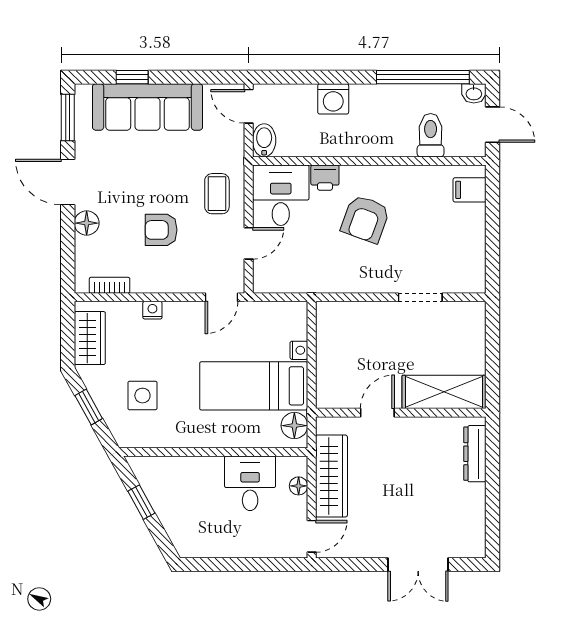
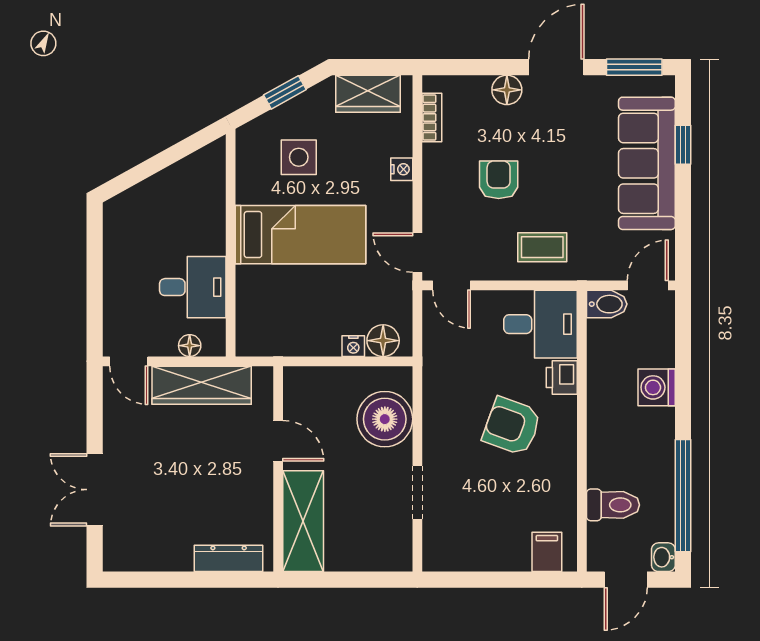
door: (249, 243) -> (452, 285), moved
boiler: (359, 324) -> (385, 419), added
bed: (254, 386) -> (300, 235), moved, turned 90
floor lamp: (294, 426) -> (383, 341), moved
window: (141, 502) -> (170, 156), removed

